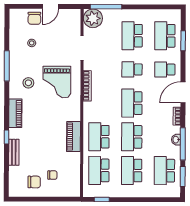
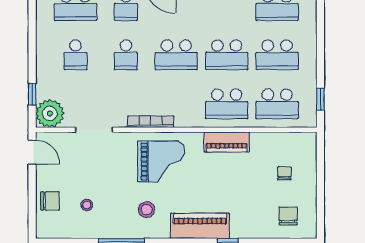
door: (50, 6) -> (32, 152), moved
window: (106, 7) -> (32, 94), width x0.46
school desk: (132, 36) -> (76, 55), width x0.54
grand piano: (57, 82) -> (161, 161), moved
piano: (15, 113) -> (200, 226), width x1.37, depth x1.33
bench: (14, 152) -> (250, 231), removed
chair: (34, 182) -> (288, 216), moved

